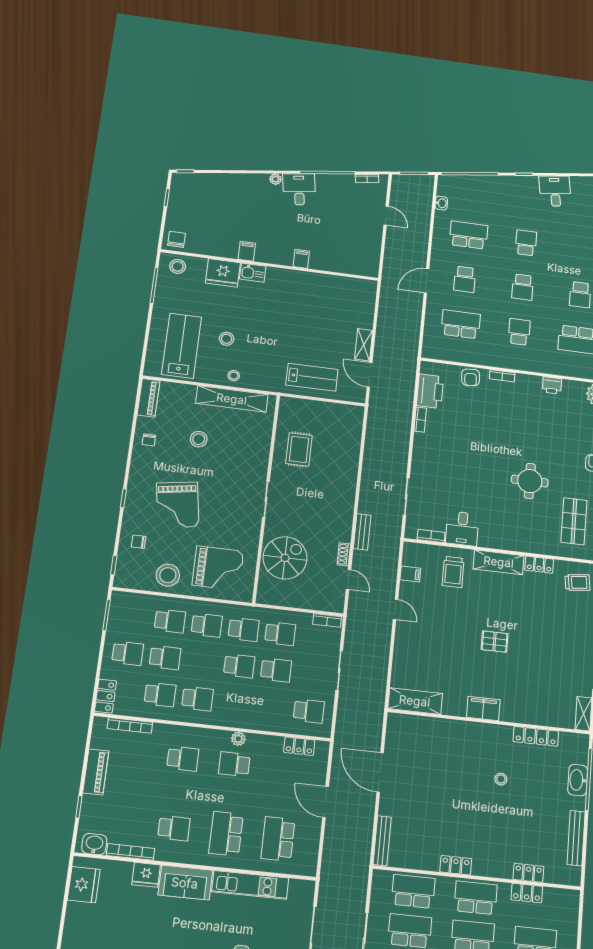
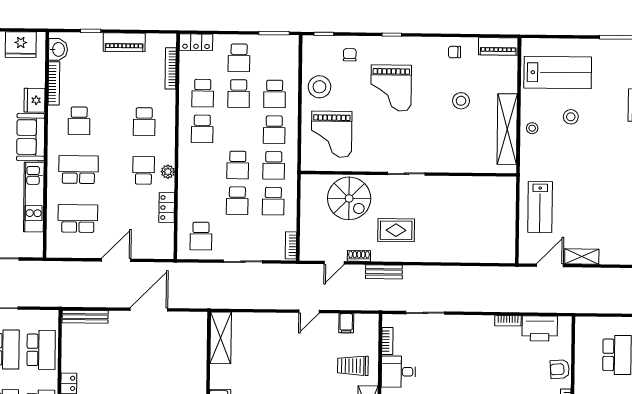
rug: (299, 449) -> (396, 230), moved
grand piano: (178, 505) -> (391, 88), turned -81
locker: (299, 746) -> (167, 208), moved

